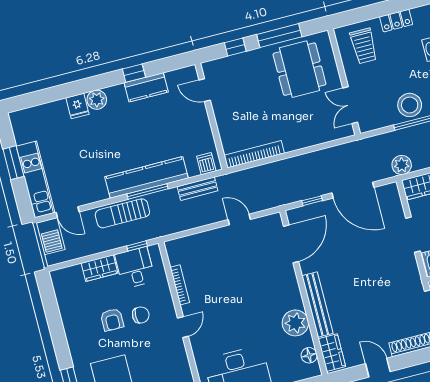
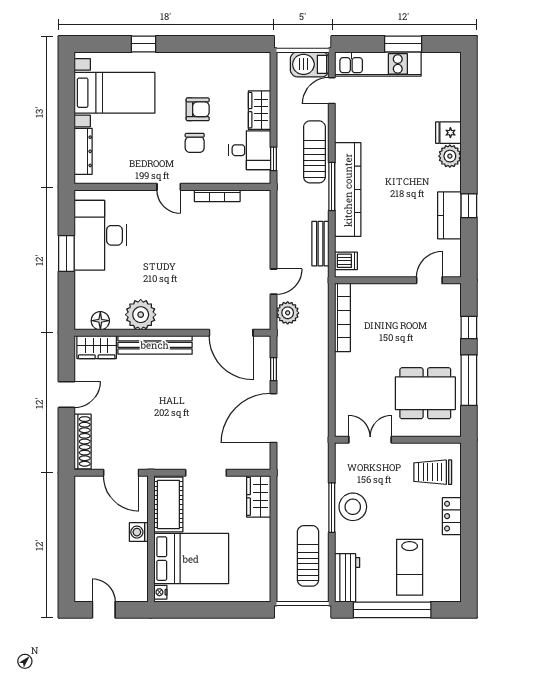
plant: (402, 165) -> (288, 313), moved
armchair: (112, 320) -> (198, 109), turned 180

